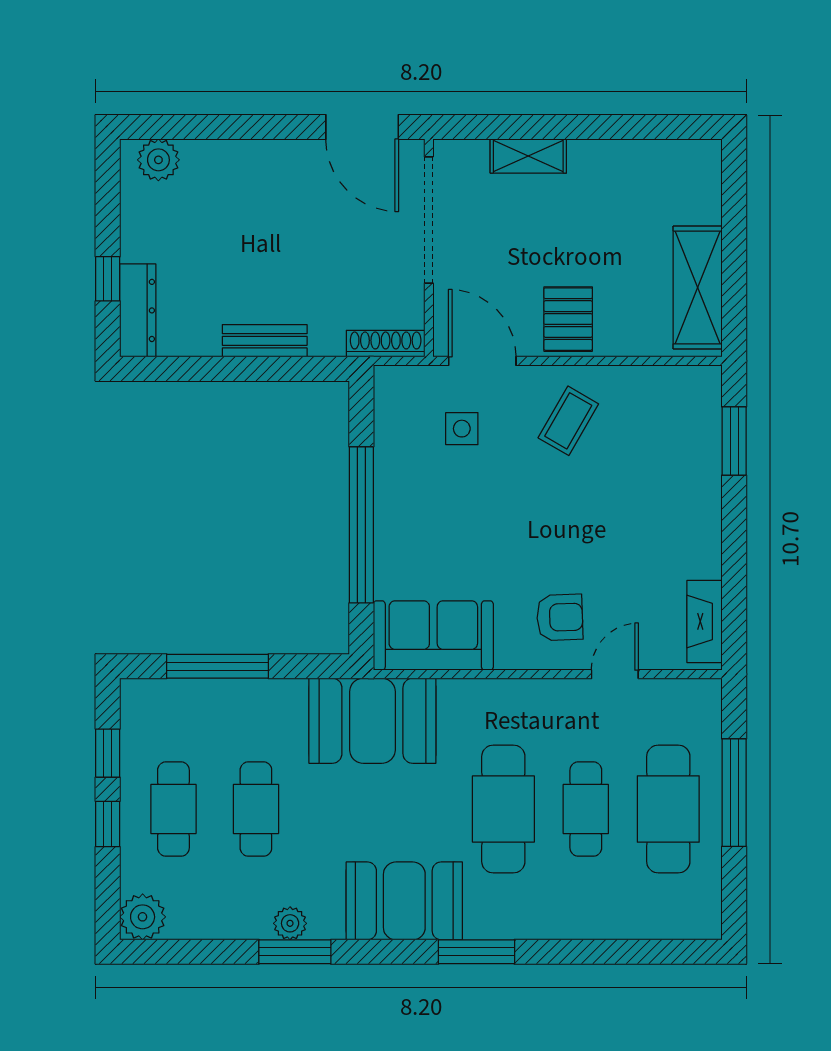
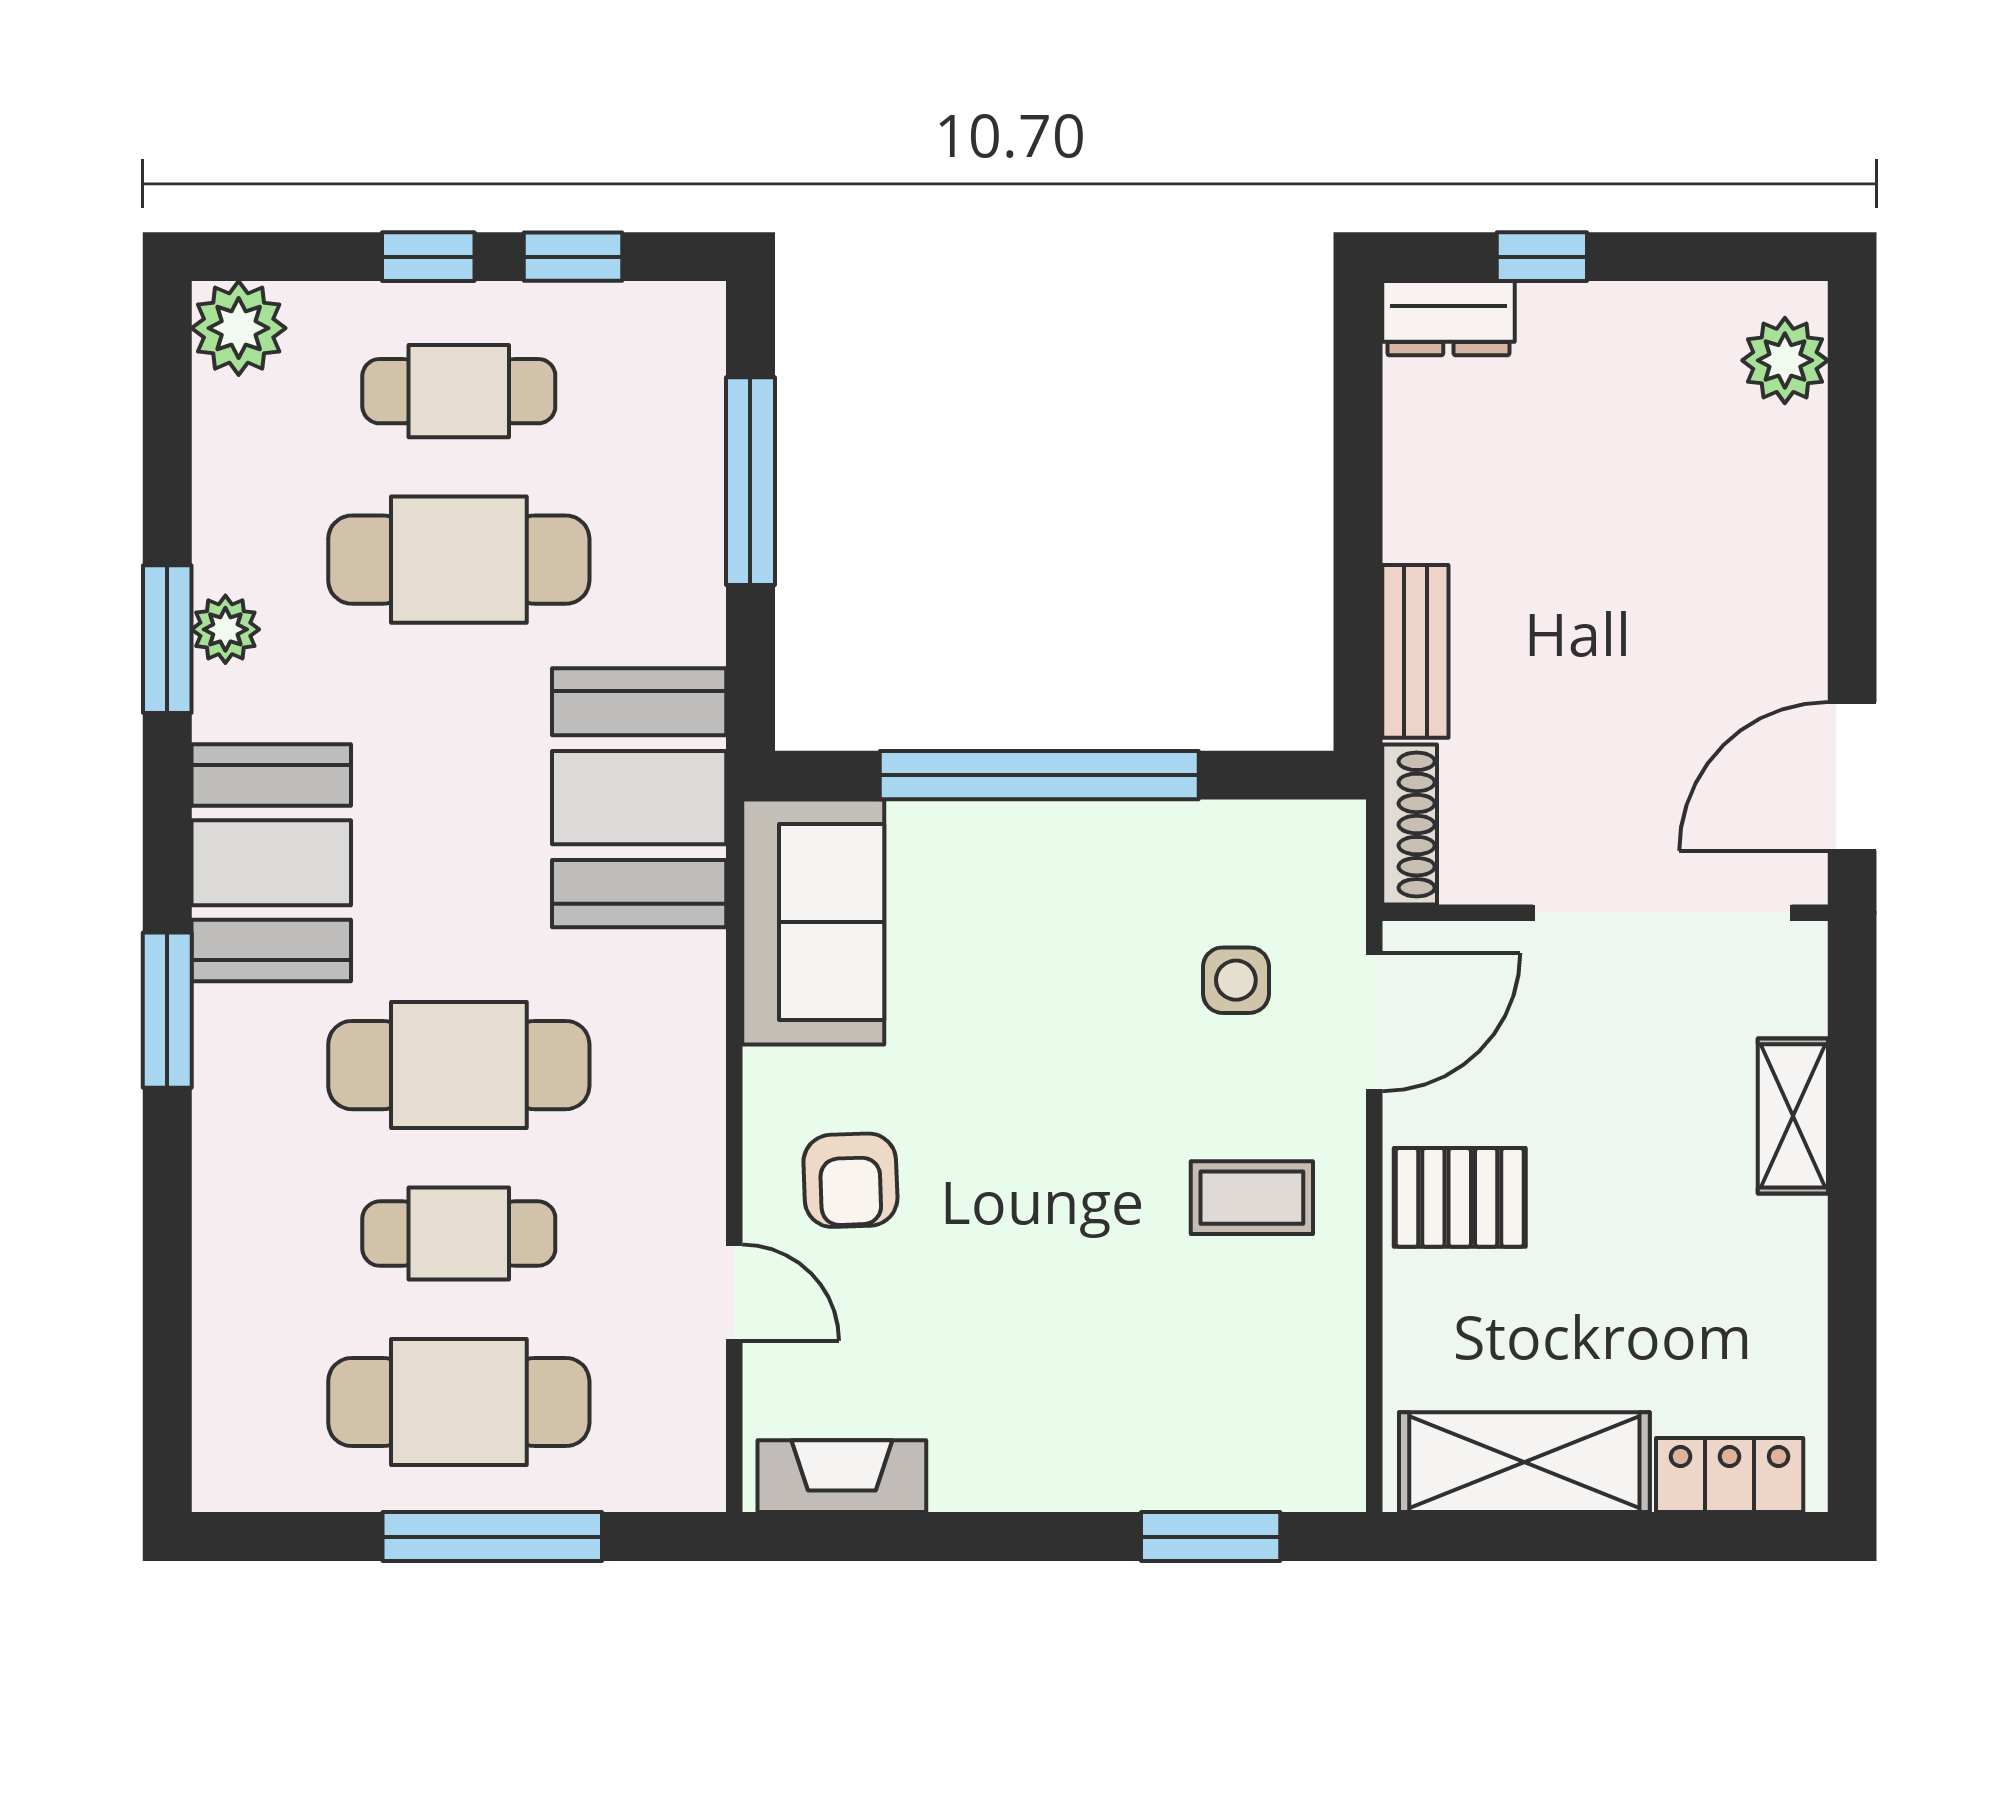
locker: (704, 187) -> (1730, 1475), added
dresser: (138, 310) -> (1448, 318), width x0.70
bench: (265, 341) -> (1415, 651), moved
coffee table: (568, 421) -> (1252, 1198), turned -30
cafe table: (256, 809) -> (459, 560), width x1.37, depth x1.35

